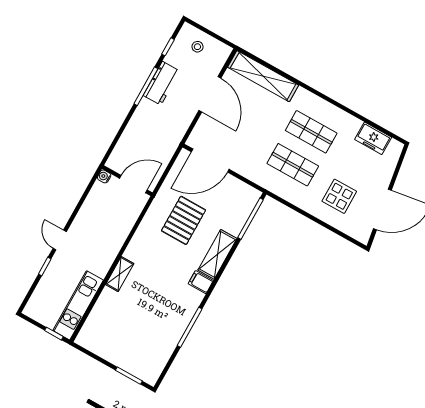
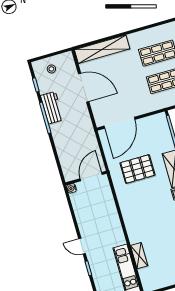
pallet: (184, 220) -> (137, 169), turned 90
shelving: (120, 274) -> (139, 256), moved

